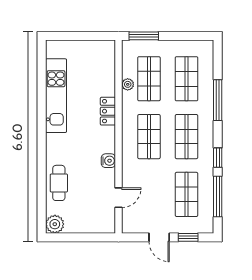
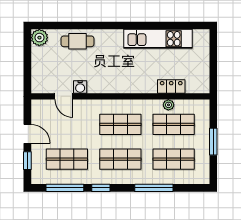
window: (144, 36) -> (213, 142), moved
locker: (108, 111) -> (171, 87), moved
water cooler: (108, 161) -> (80, 87), moved
door: (159, 237) -> (27, 134), swing flipped

